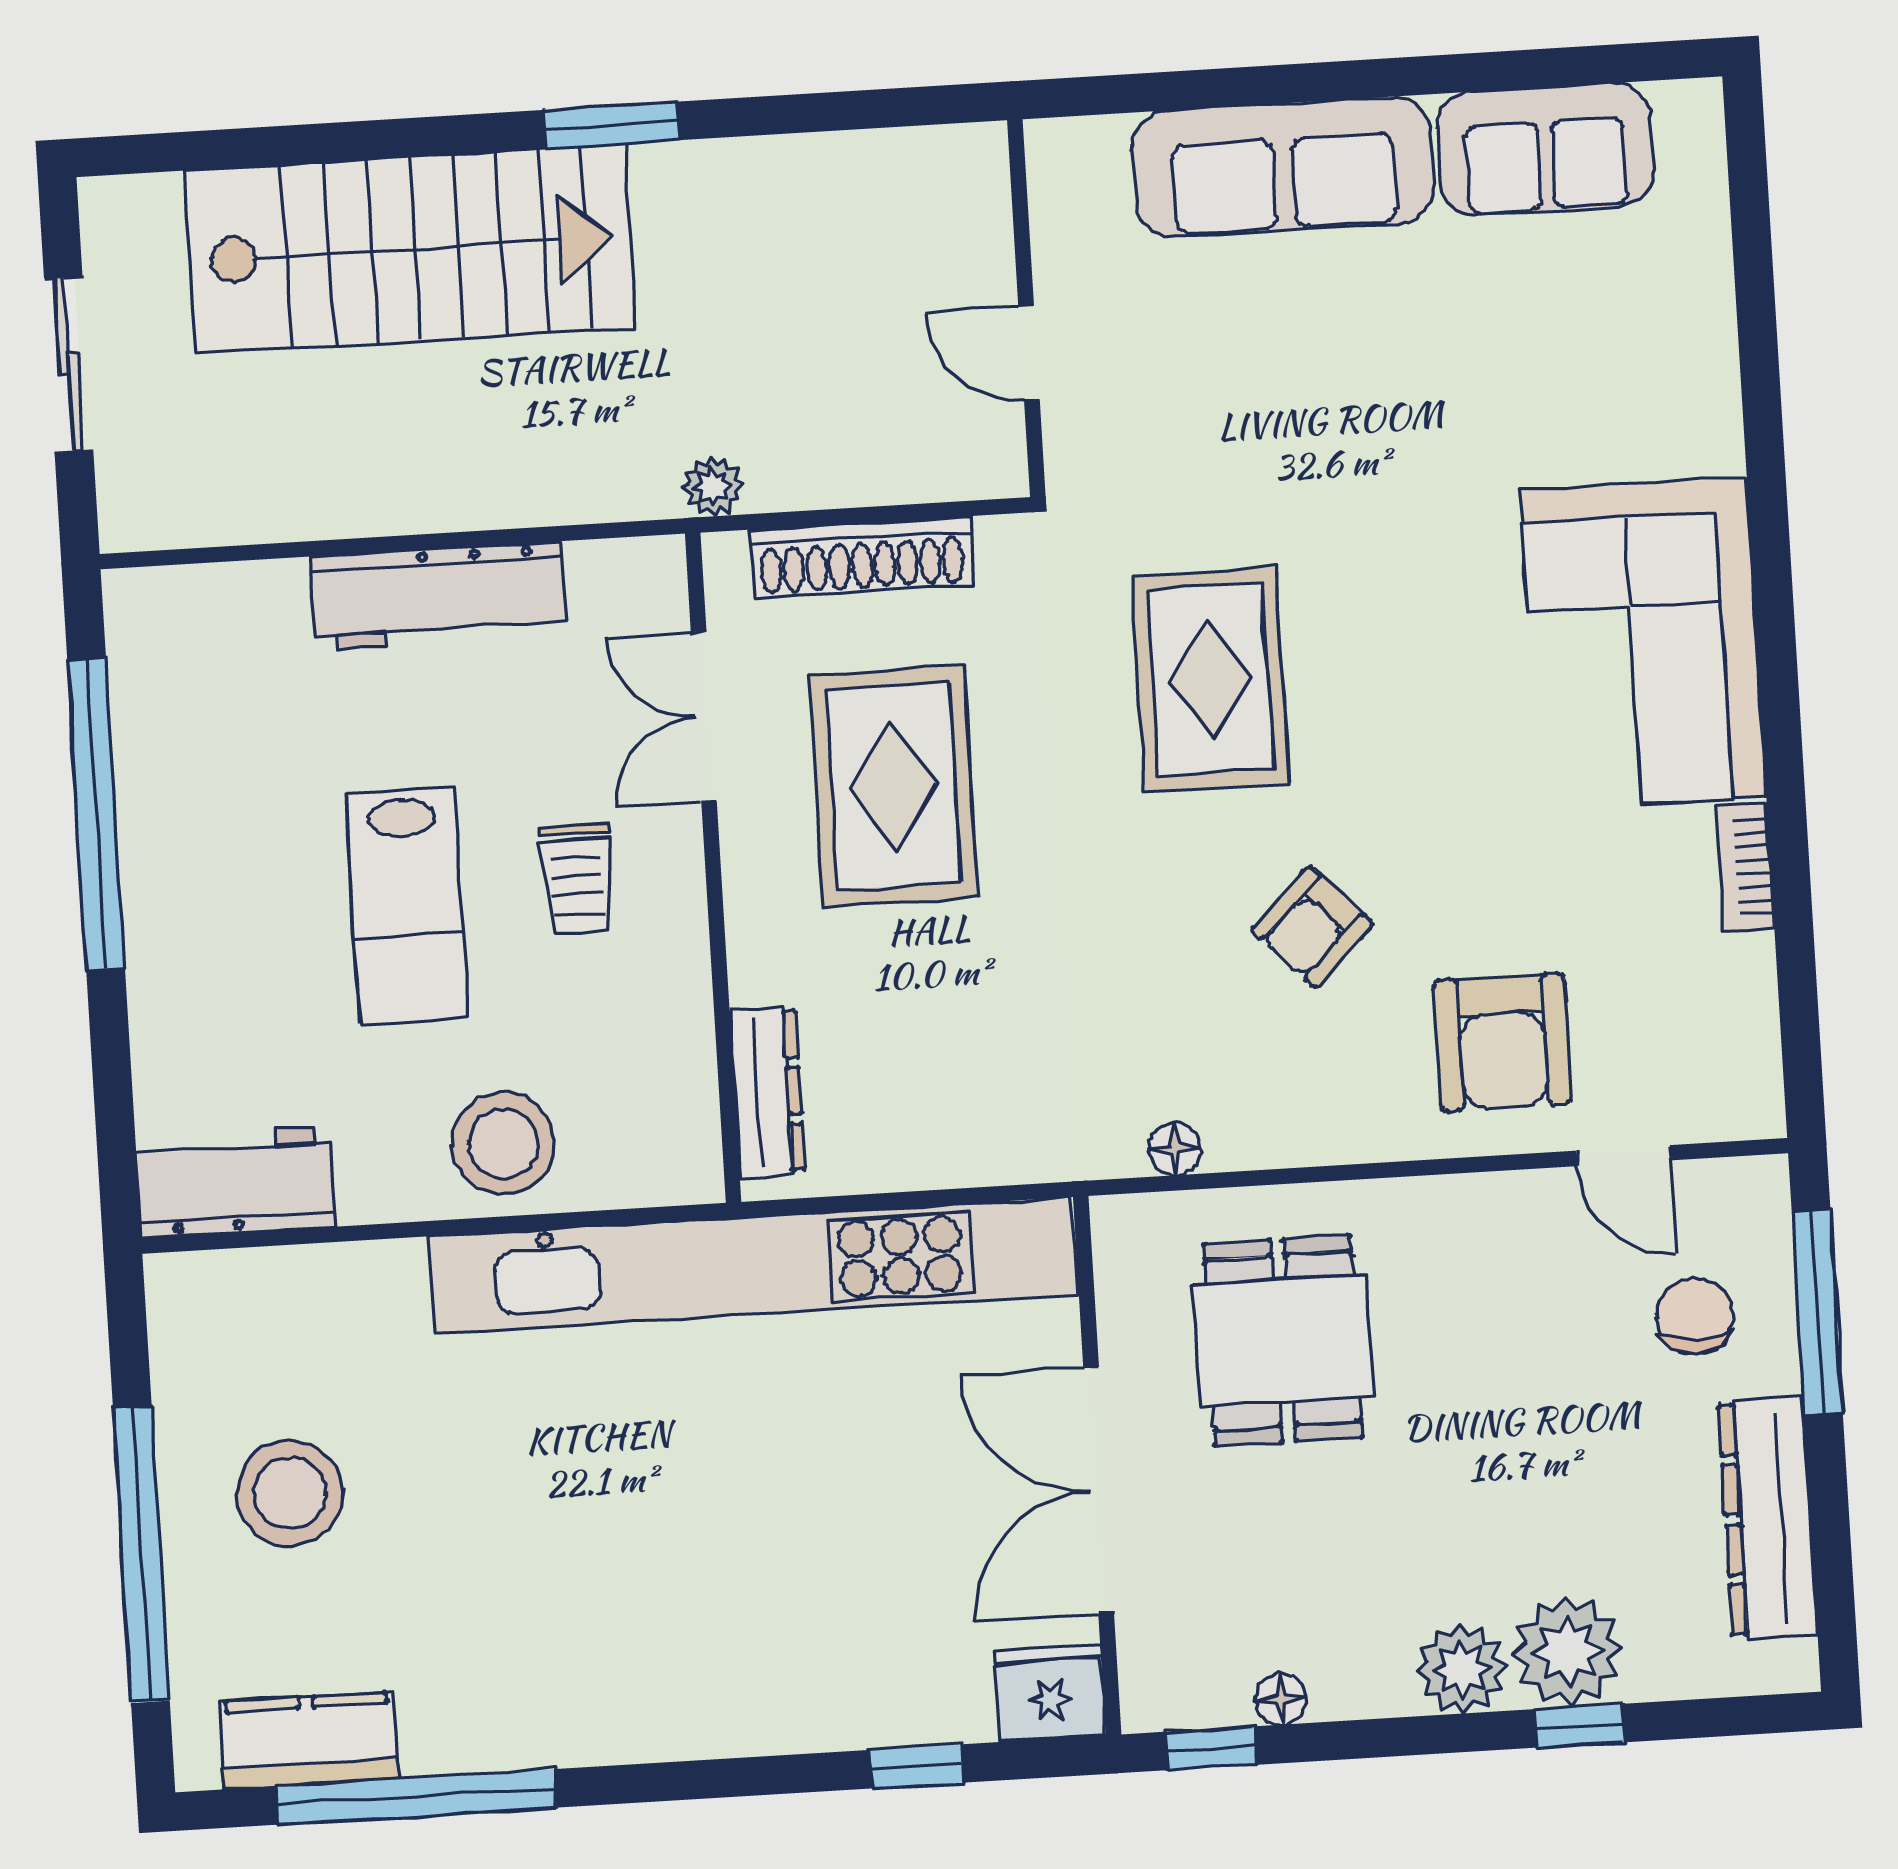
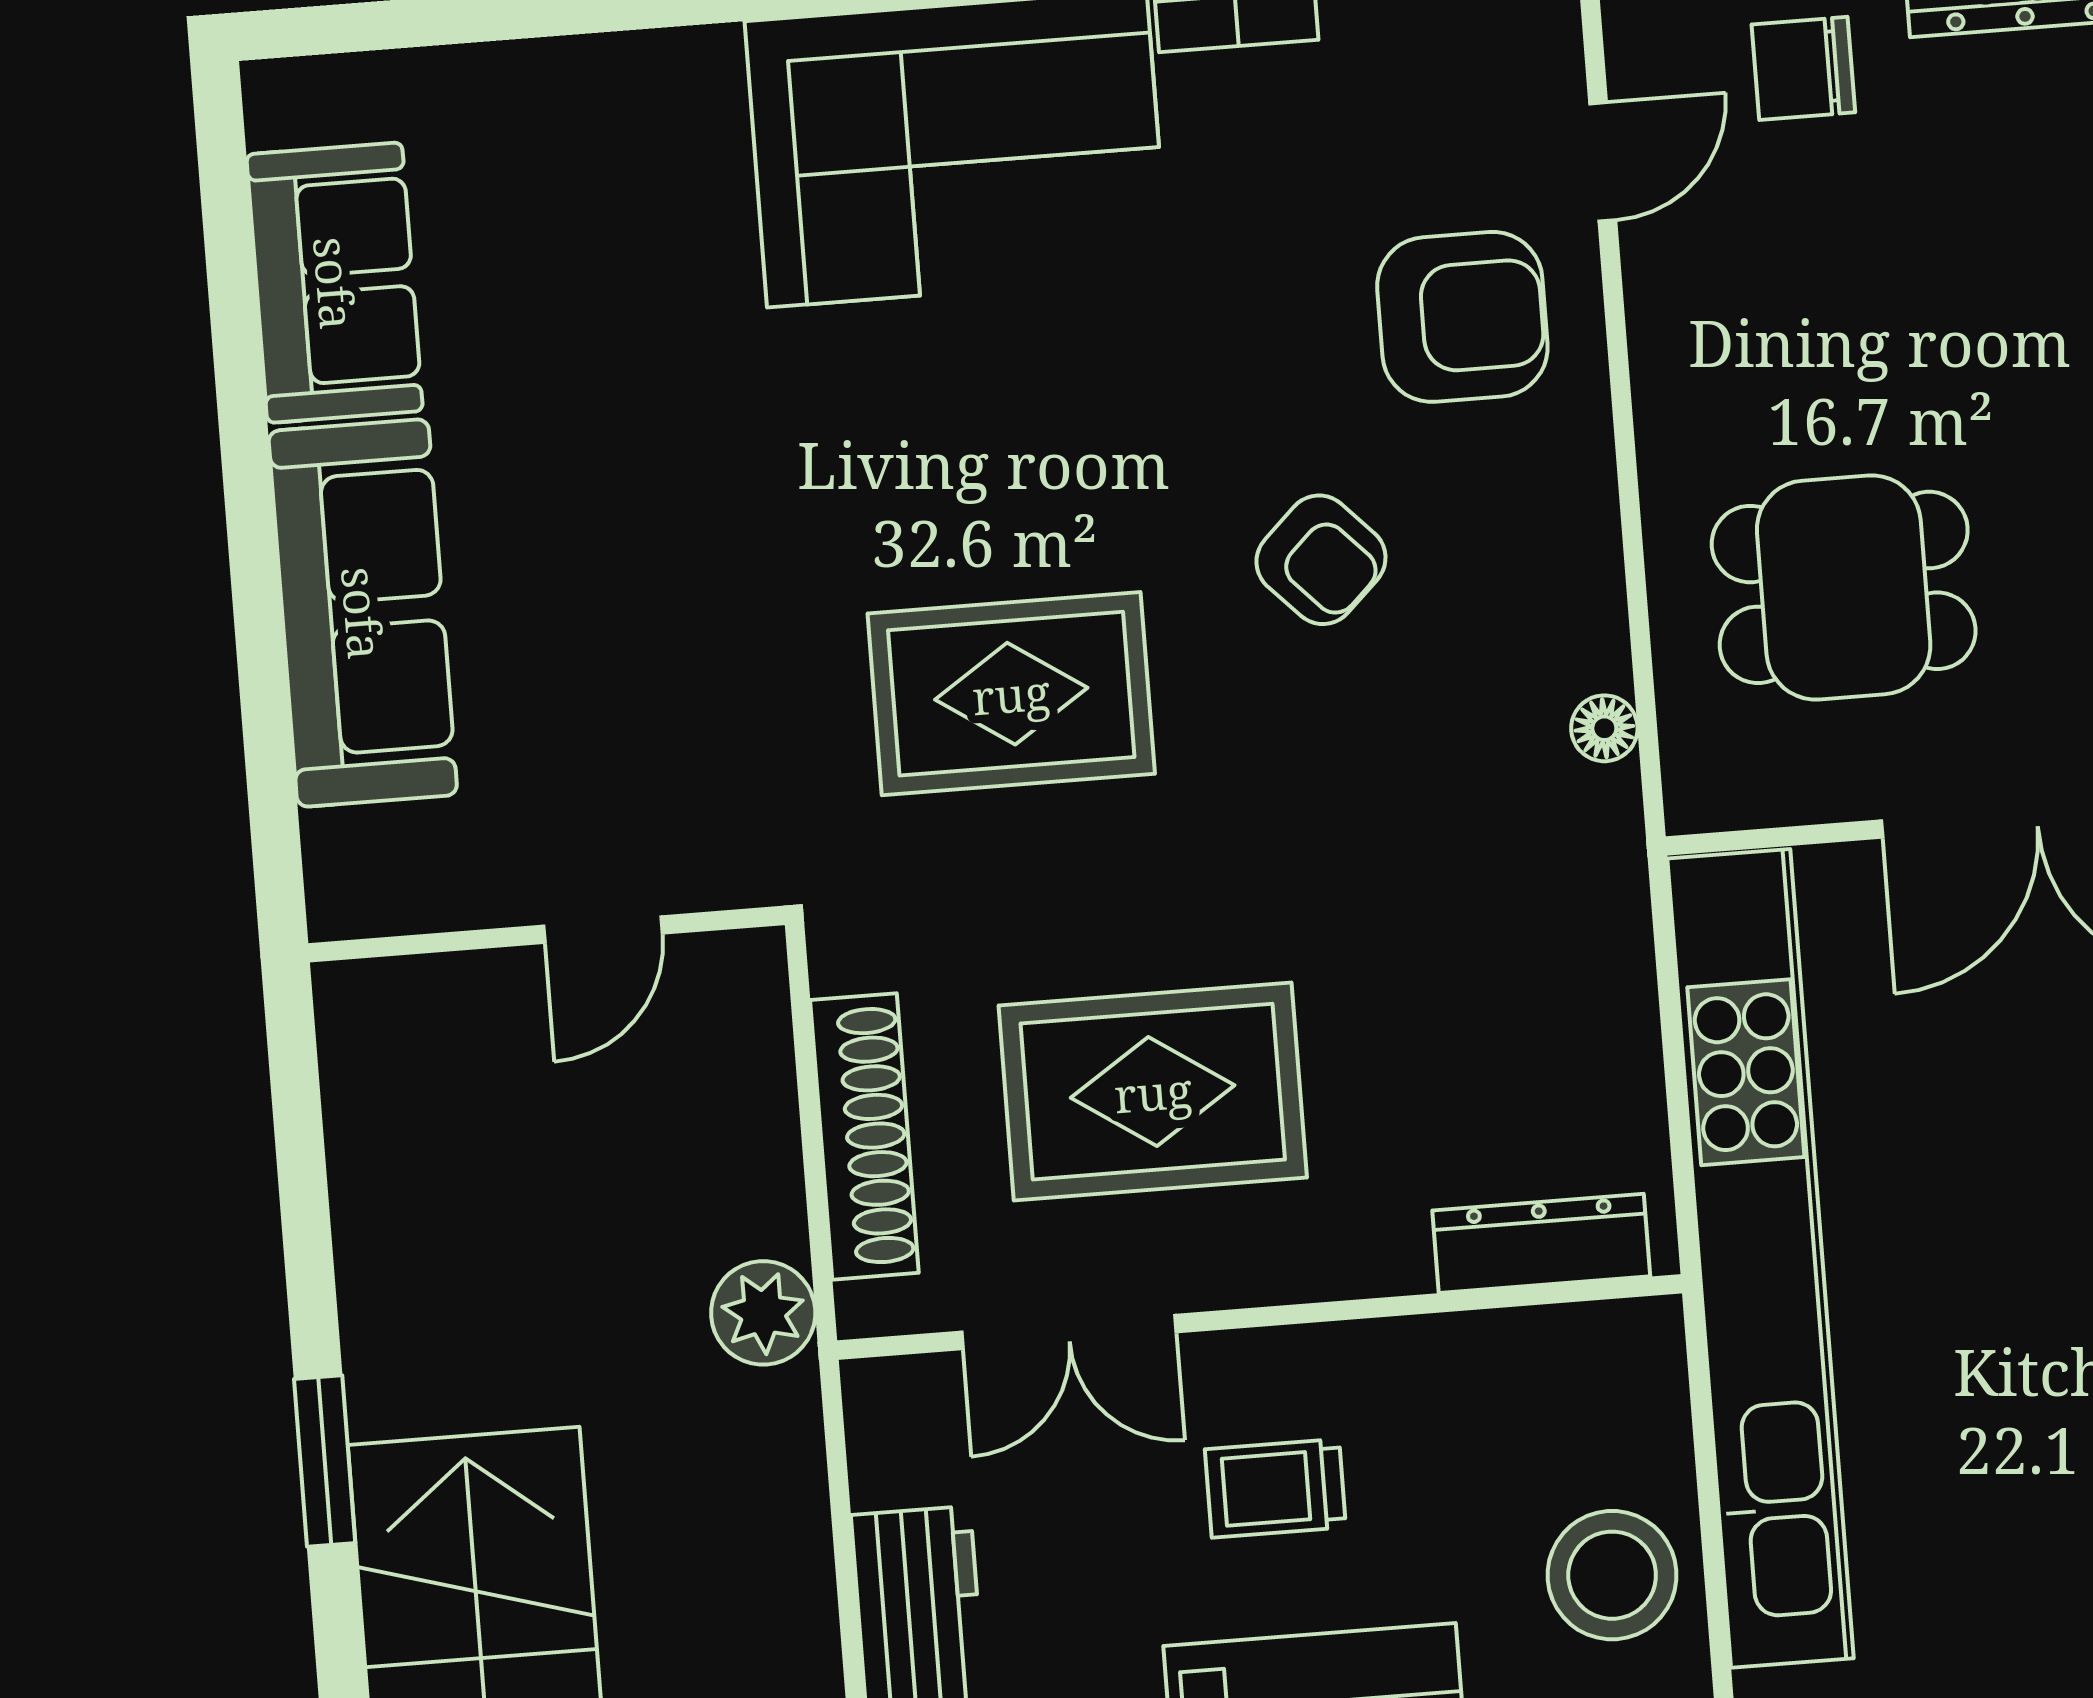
plant: (713, 486) -> (763, 1313), width x1.38, depth x1.38
trolley: (577, 878) -> (1275, 1488), turned 180

